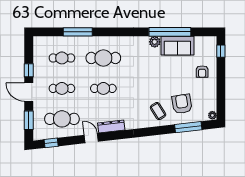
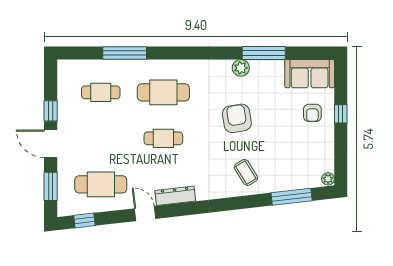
window: (170, 32) -> (264, 53), width x0.68
sofa: (177, 46) -> (310, 74), moved
window: (221, 51) -> (341, 114), moved
cafe table: (62, 88) -> (101, 138), removed
armchair: (182, 104) -> (237, 118), moved

